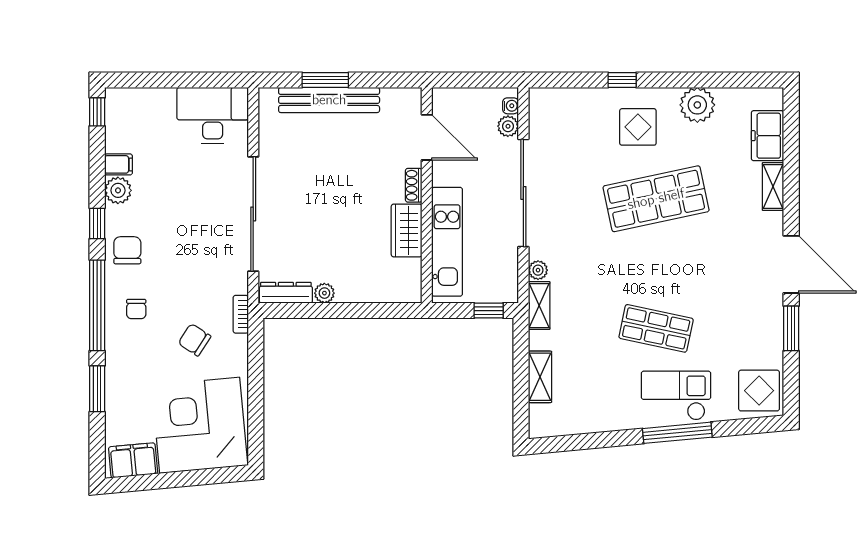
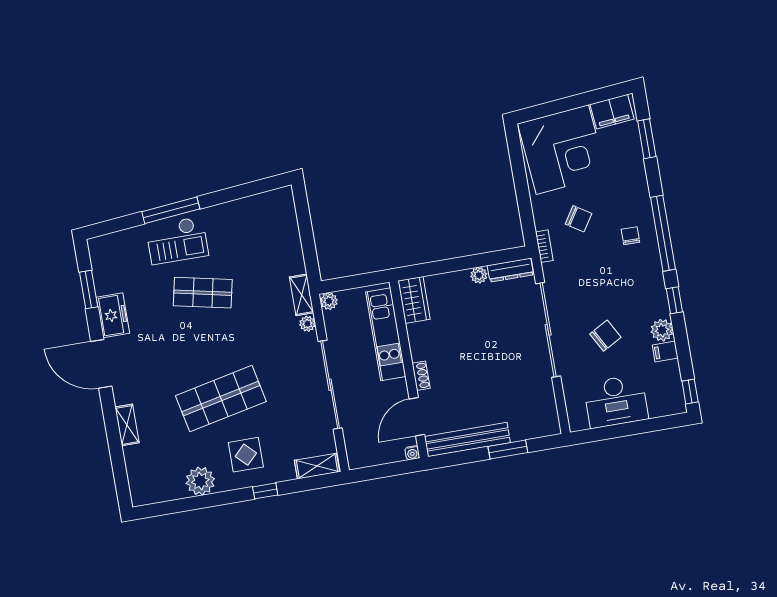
bench: (329, 100) -> (467, 440), moved
water cooler: (511, 106) -> (412, 453), moved, turned -90
desk: (213, 115) -> (616, 401), moved
plant: (508, 126) -> (329, 301), moved
freezer: (768, 136) -> (113, 315), moved
door: (427, 137) -> (417, 417), hinge flipped
wardrobe: (407, 230) -> (414, 300), moved
chair: (127, 250) -> (605, 336), moved, turned -119
window: (489, 311) -> (342, 284), removed
window: (791, 328) -> (89, 290), moved
shelving: (540, 377) -> (317, 466), moved, turned 90
window: (97, 389) -> (647, 139), moved
display table: (759, 391) -> (110, 256), removed

